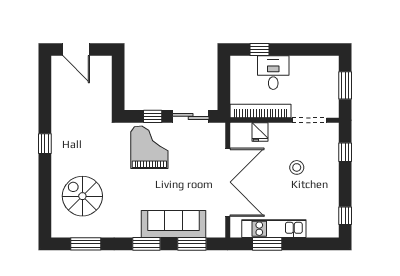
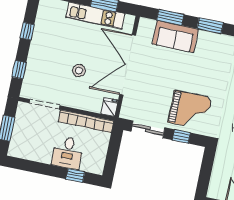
fridge: (260, 132) -> (109, 107), moved
grand piano: (149, 147) -> (190, 110), turned -90
stool: (297, 167) -> (79, 71), moved
window: (345, 216) -> (27, 31), moved
sofa: (174, 224) -> (175, 37), width x0.73

